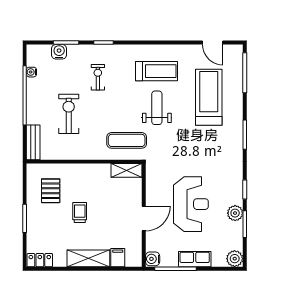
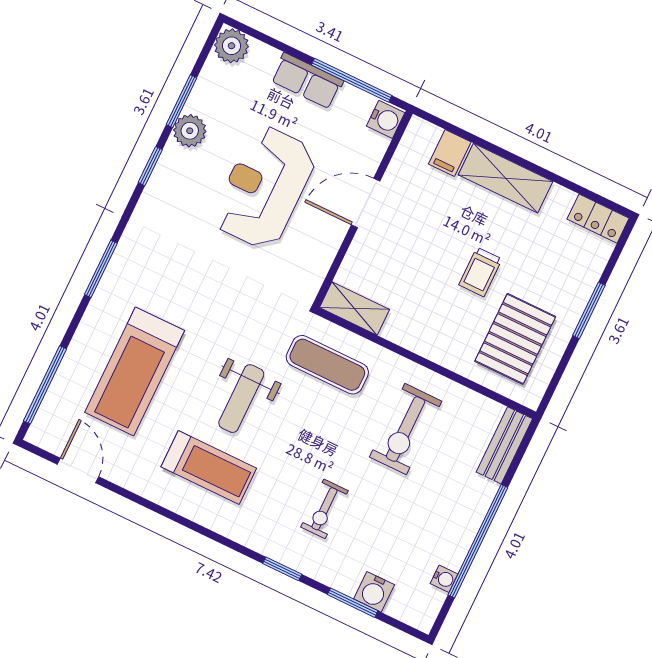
treadmill: (157, 71) -> (209, 467), turned 180
exercise bike: (69, 114) -> (406, 429), moved
pallet: (51, 191) -> (515, 339), width x1.50, depth x1.42

